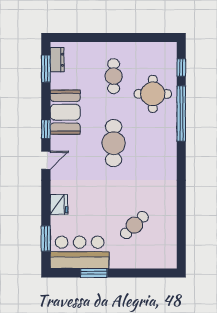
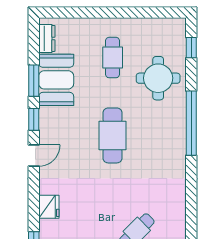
window: (46, 69) -> (34, 81), moved
booth: (65, 112) -> (56, 80), moved
window: (181, 114) -> (191, 123), moved

